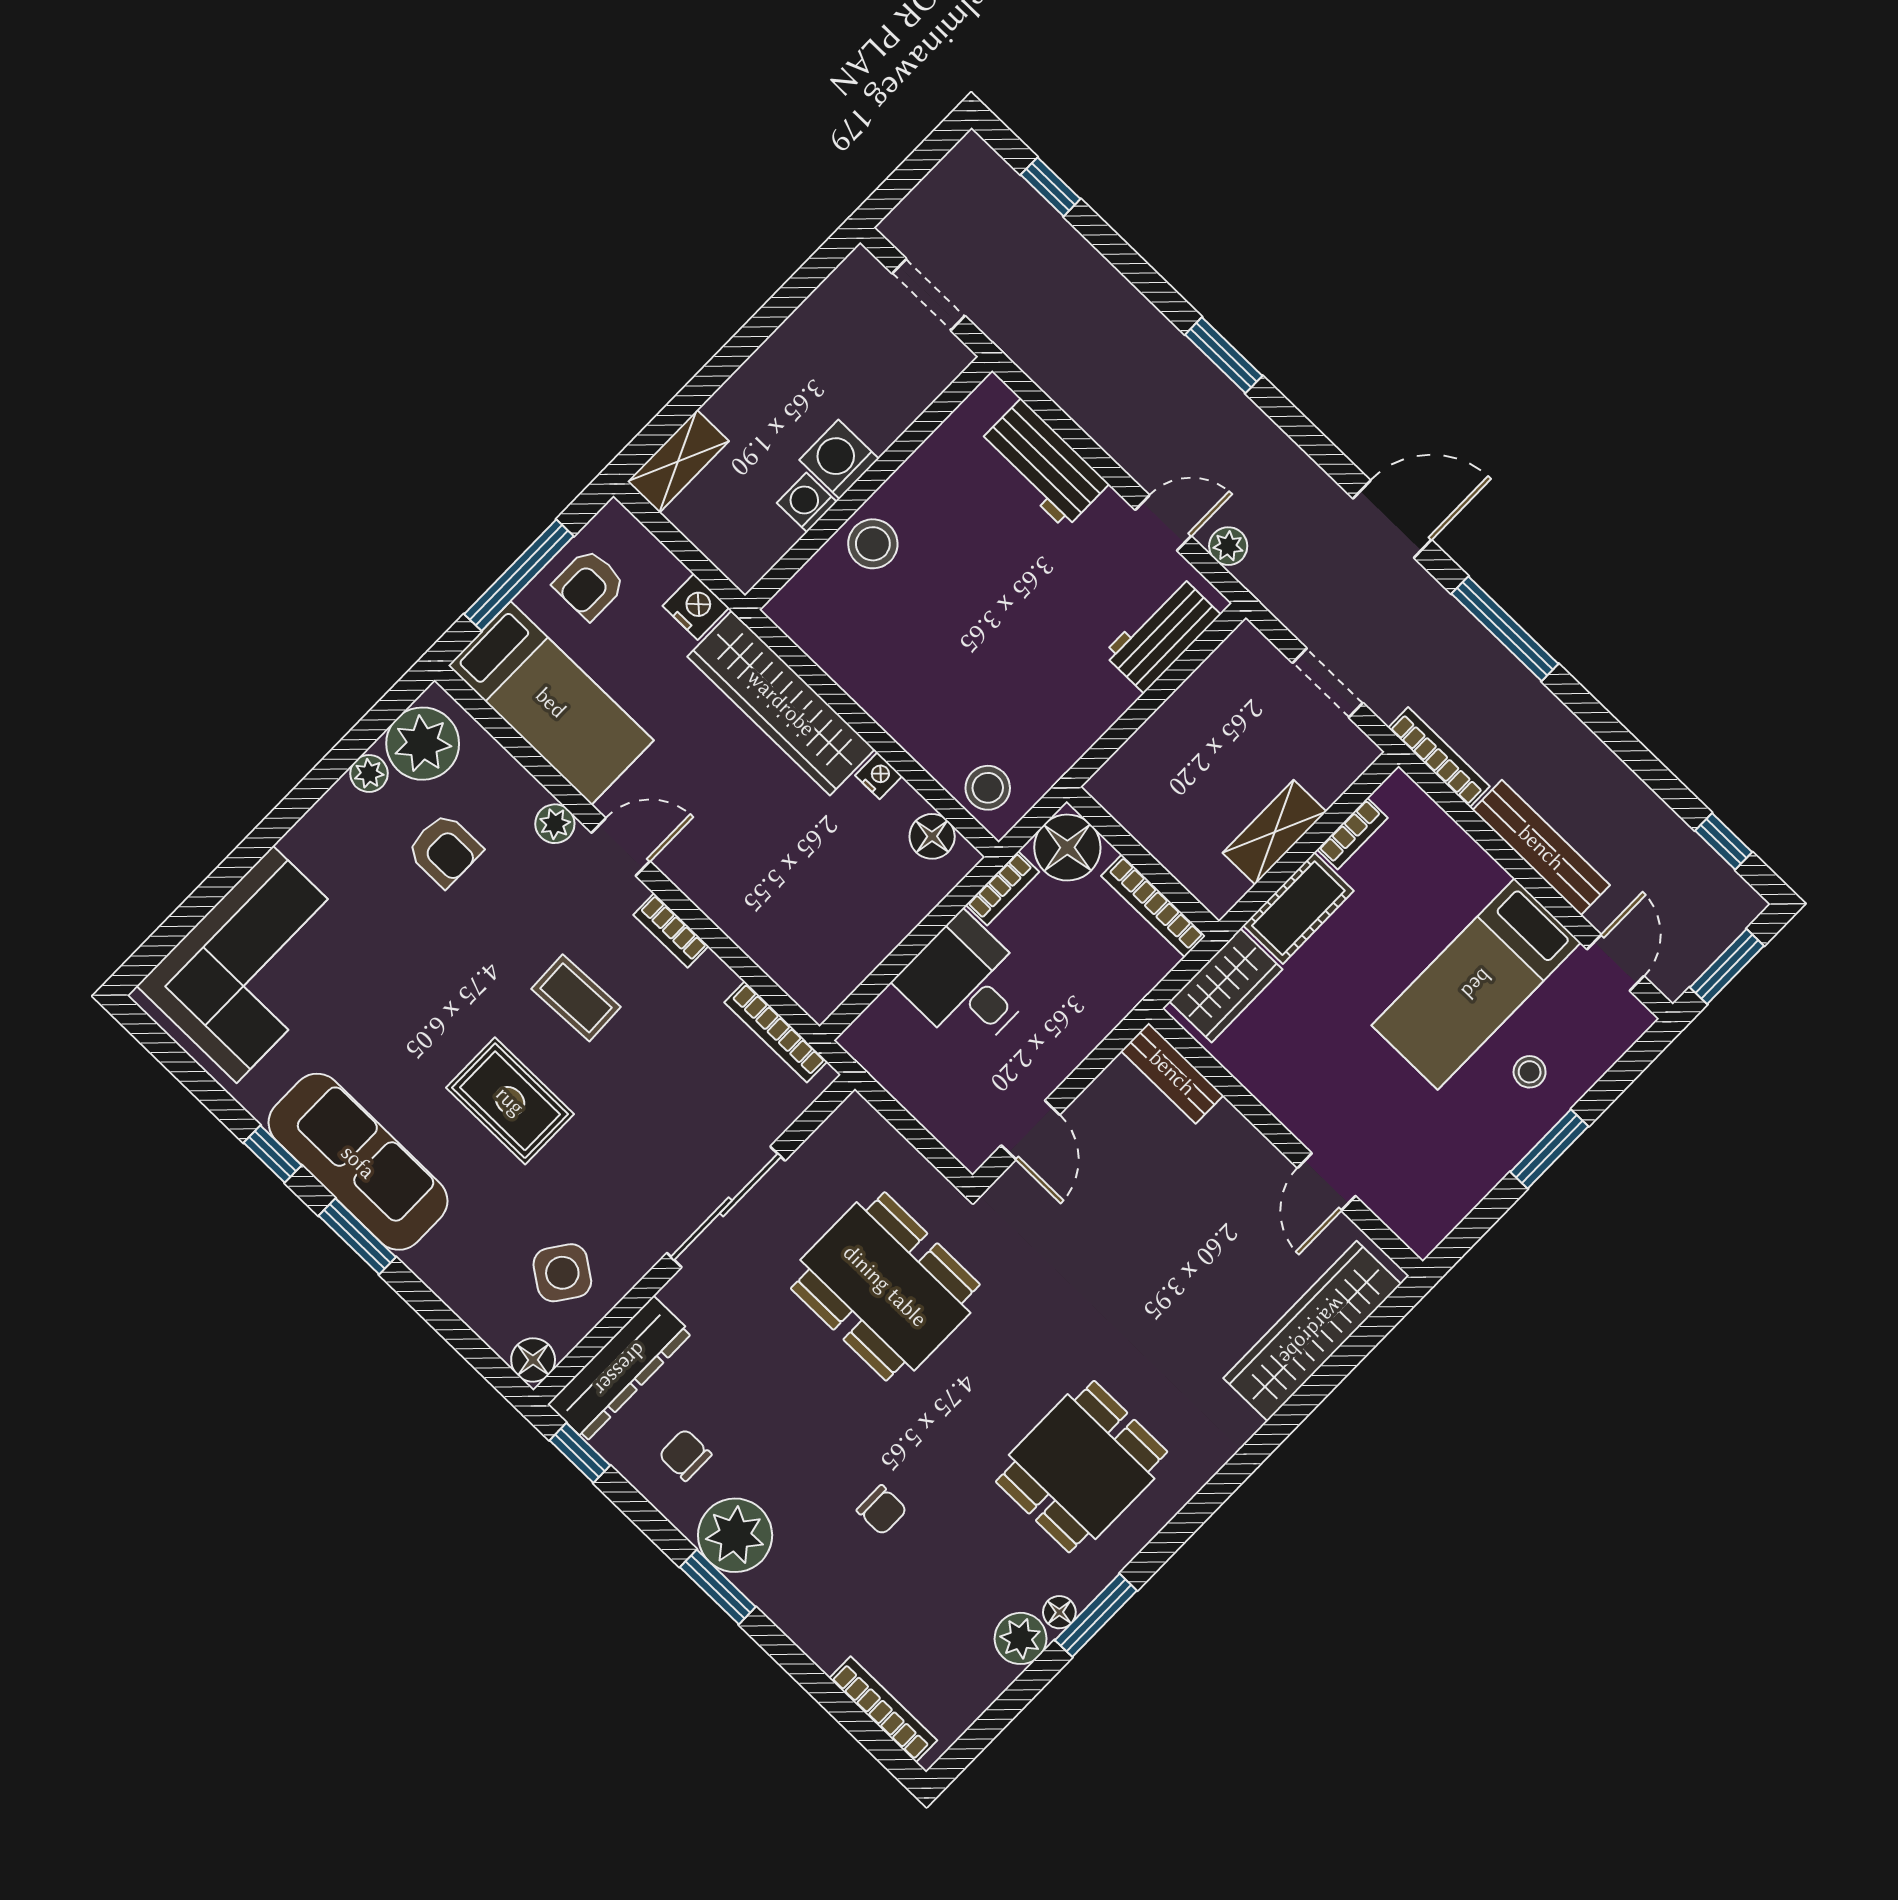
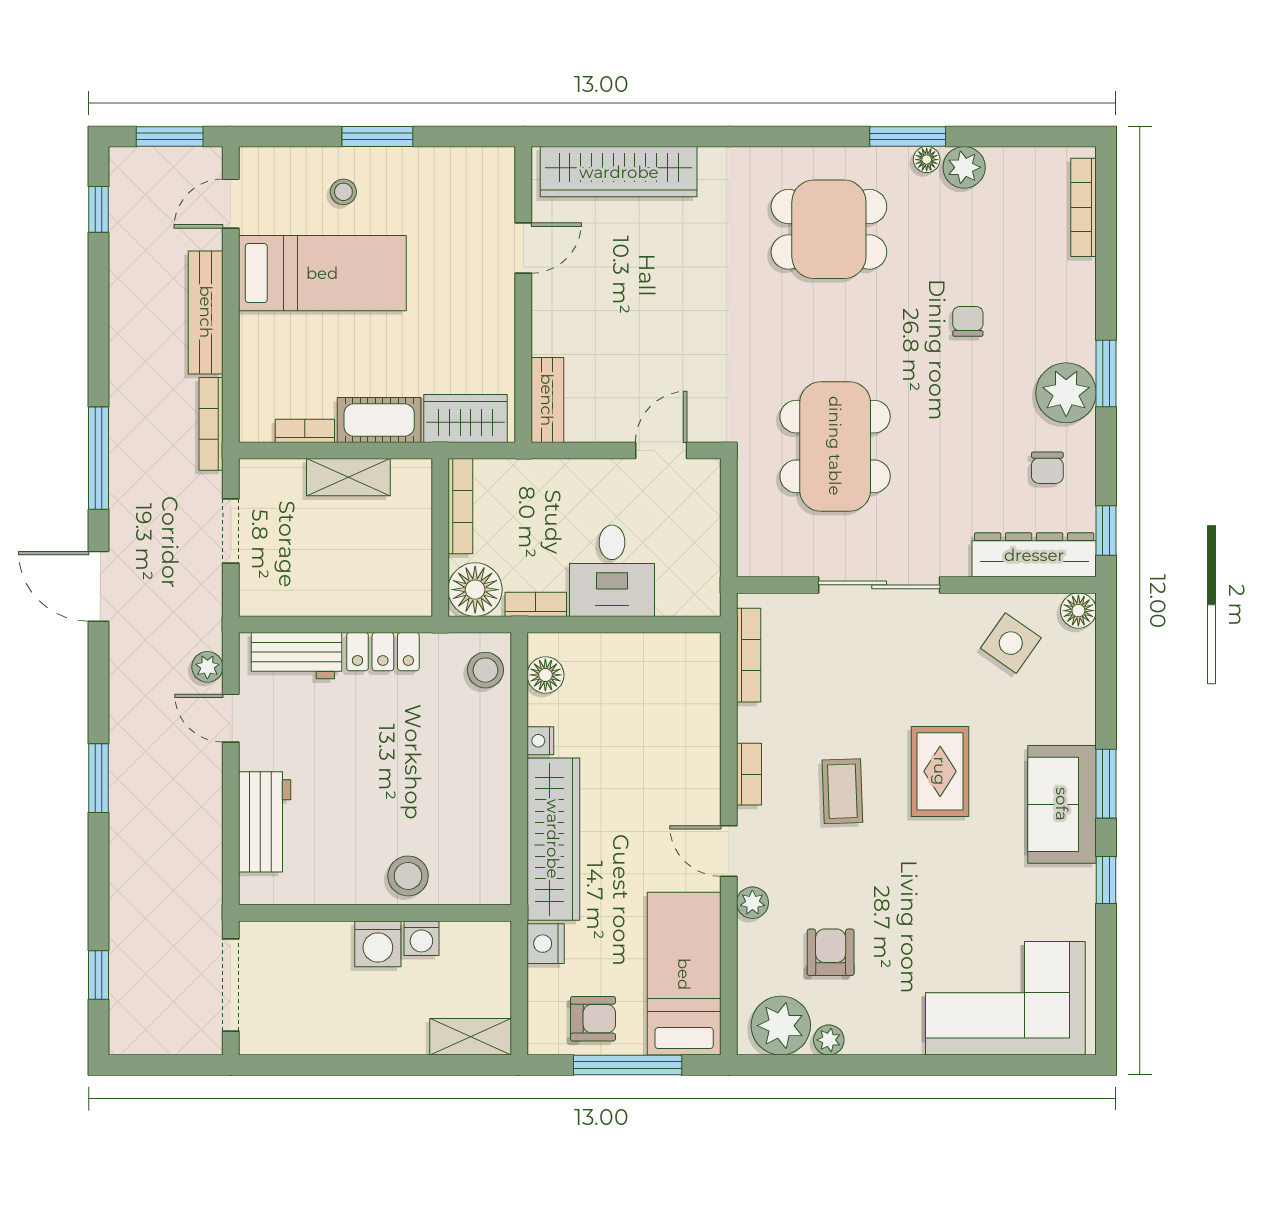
doorway: (929, 295) -> (231, 985), width x1.38
locker: (1092, 713) -> (383, 652), added
sofa: (358, 1162) -> (1062, 804), width x0.73

